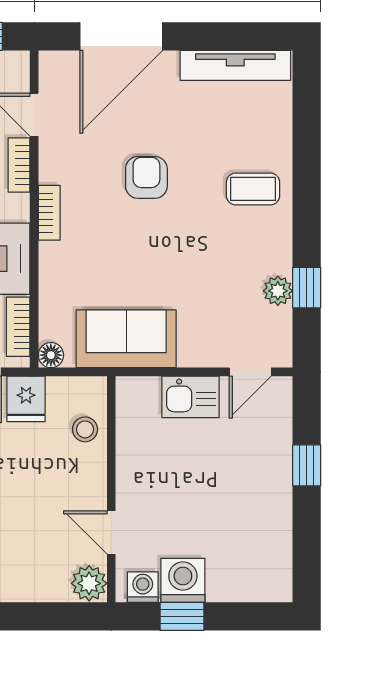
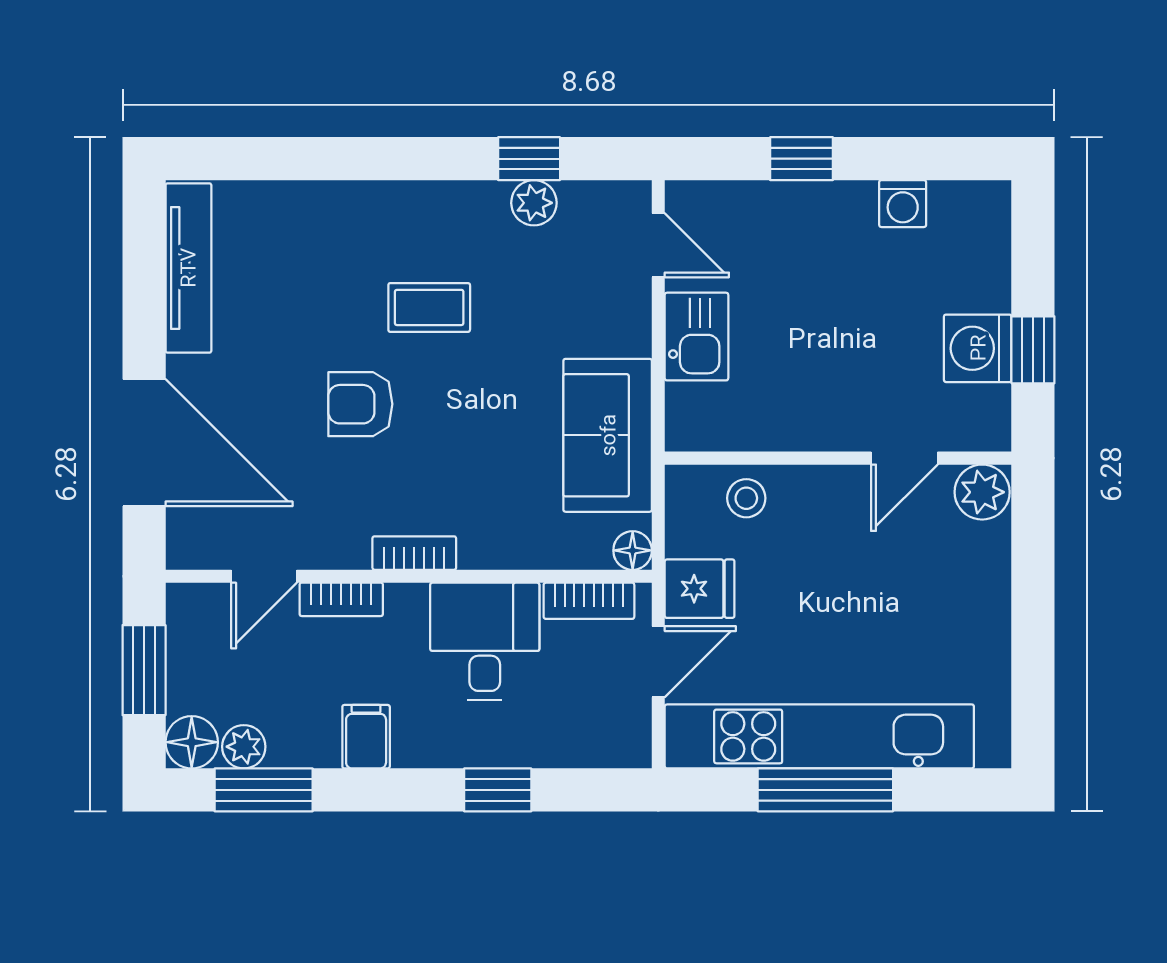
coffee table: (253, 189) -> (429, 307), moved, turned 90
washing machine: (143, 587) -> (903, 204), moved, turned -90

